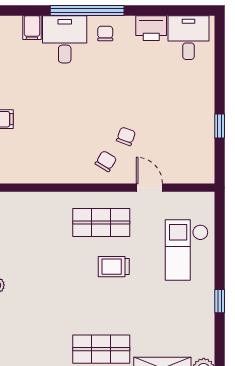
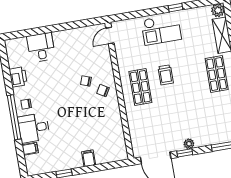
desk: (188, 38) -> (41, 47), moved, turned 90
window: (220, 126) -> (70, 26), removed
door: (149, 188) -> (110, 36), moved
checkout: (187, 250) -> (161, 30), moved

